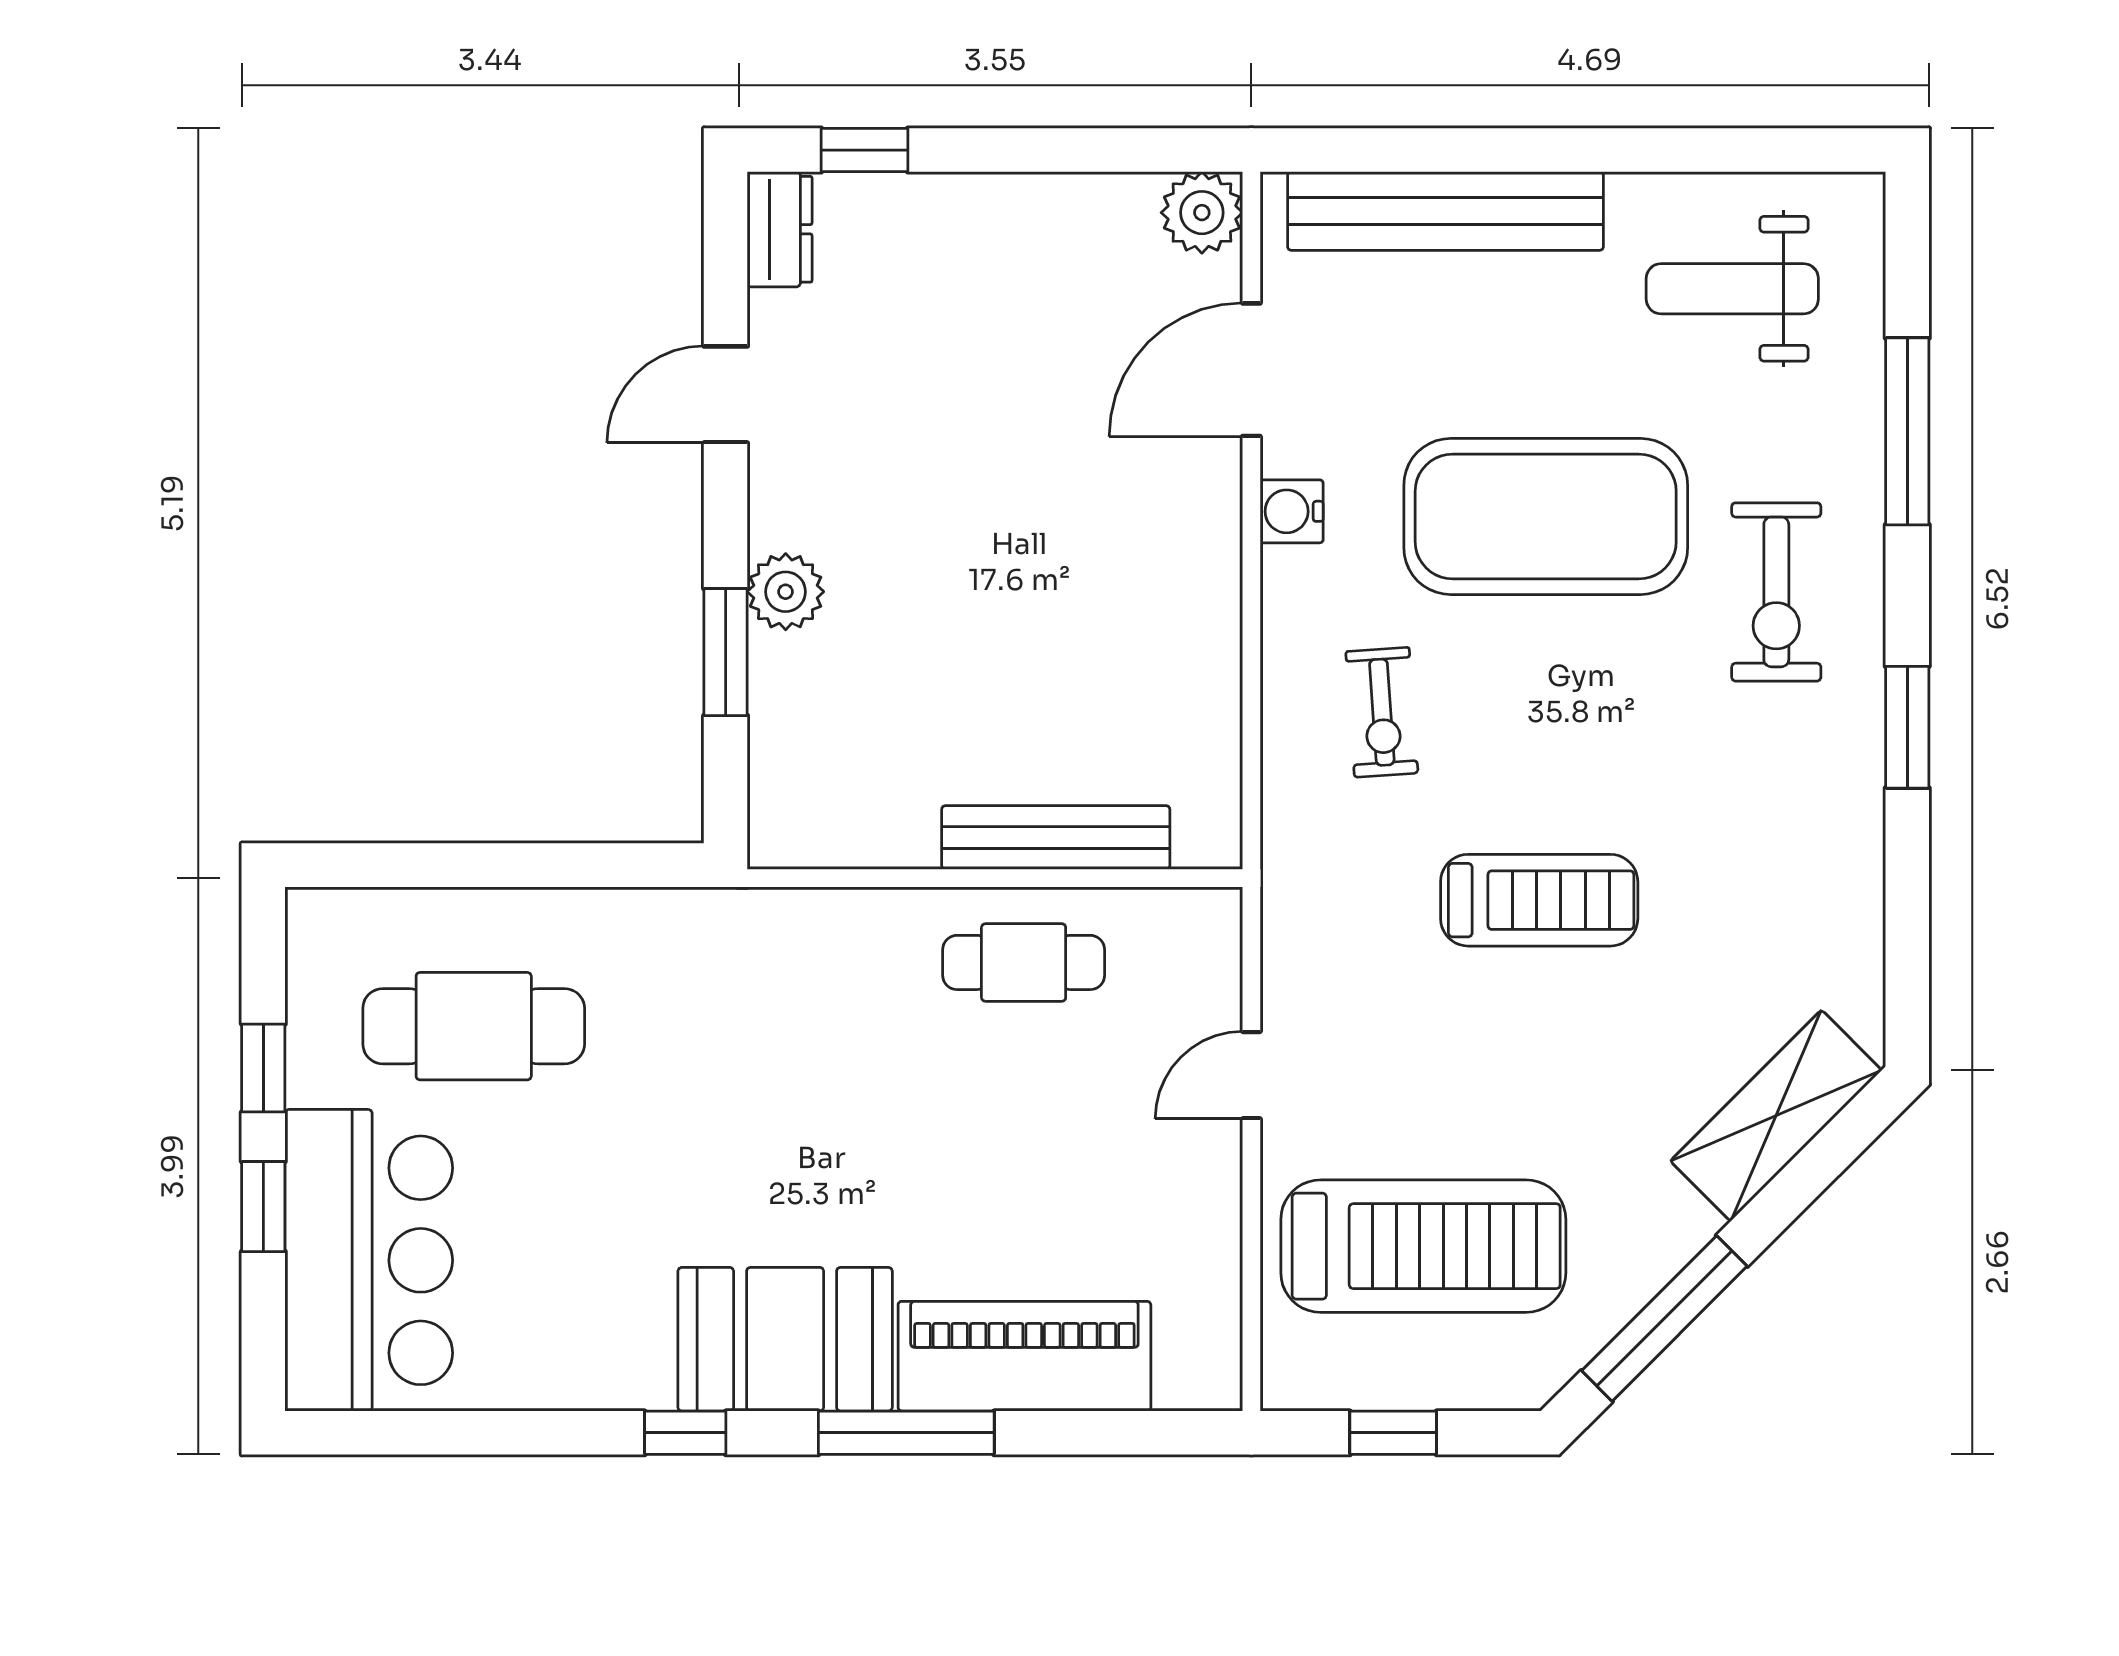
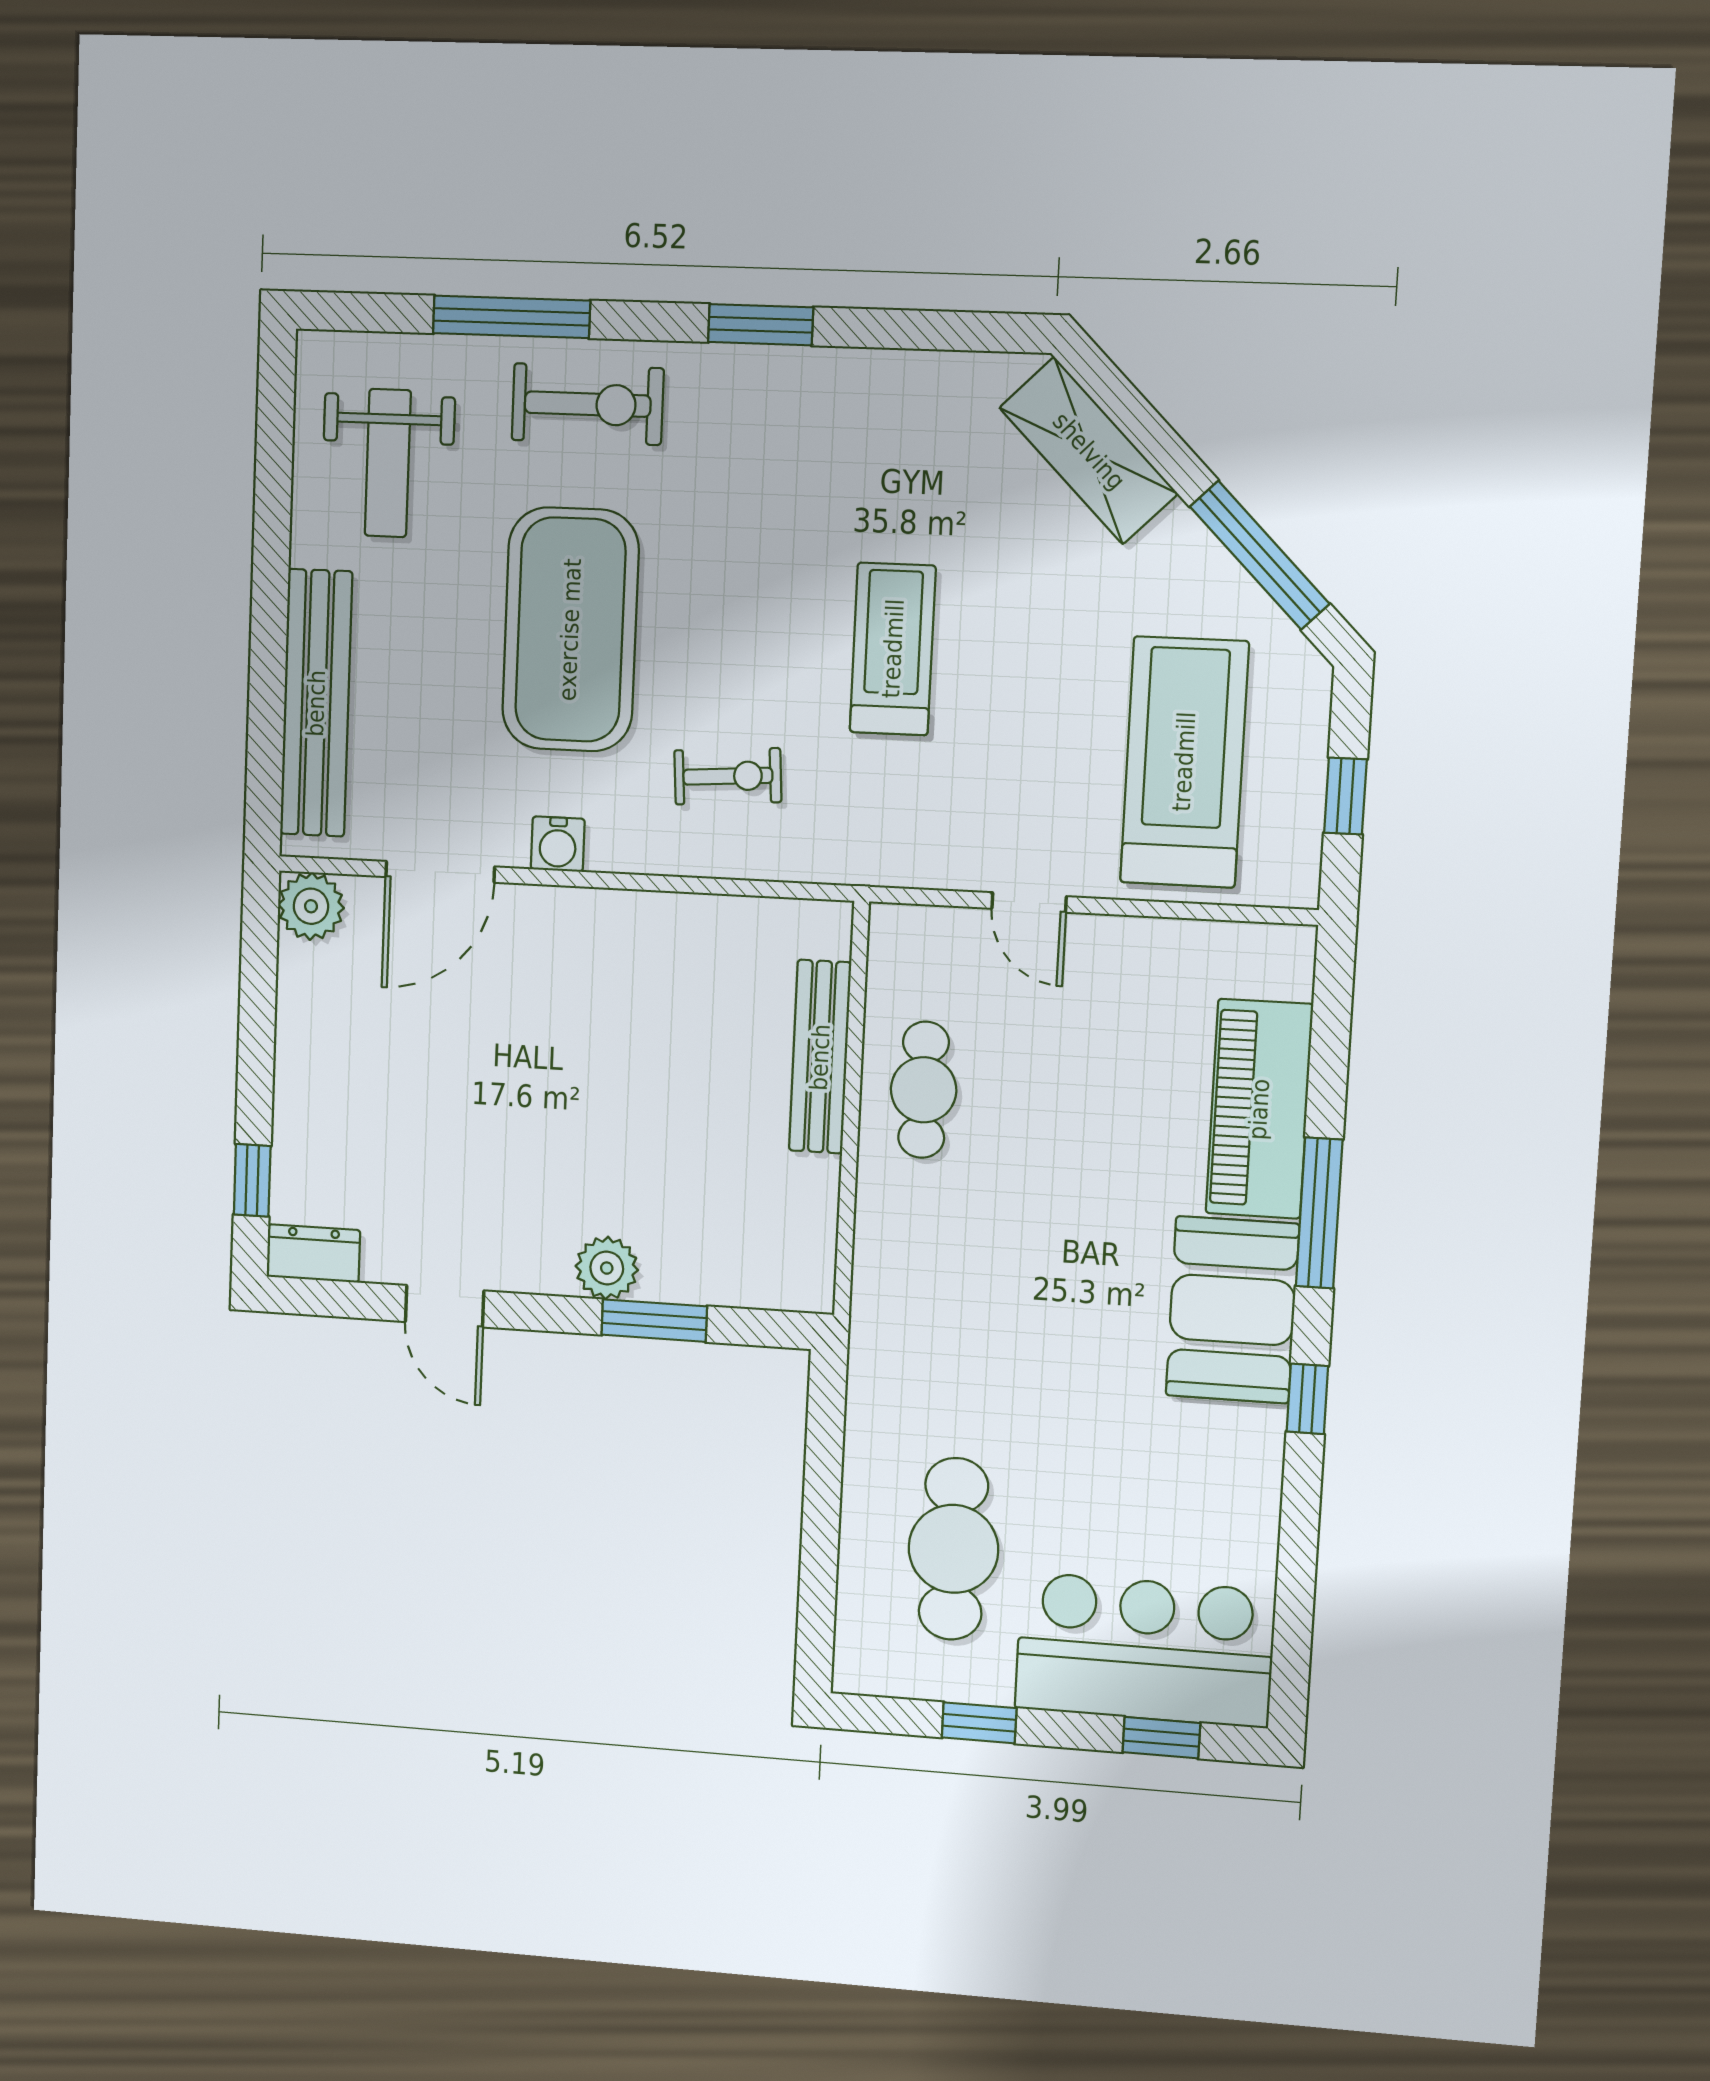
door: (1251, 370) -> (440, 872), hinge flipped
exercise bike: (1776, 592) -> (588, 404), moved
window: (263, 1207) -> (1161, 1738), moved

